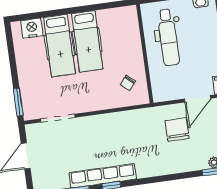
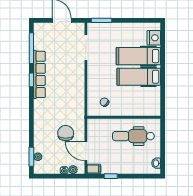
chair: (177, 130) -> (66, 133), turned -90

